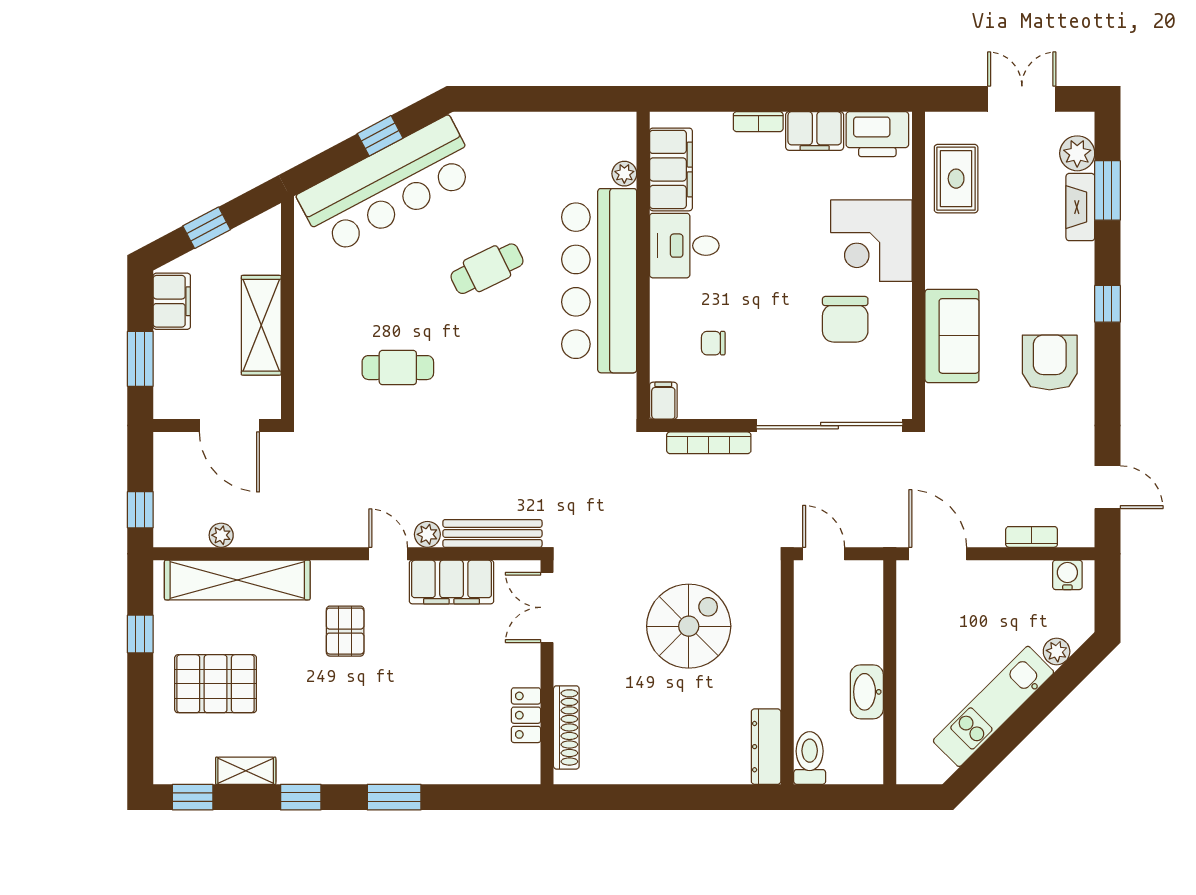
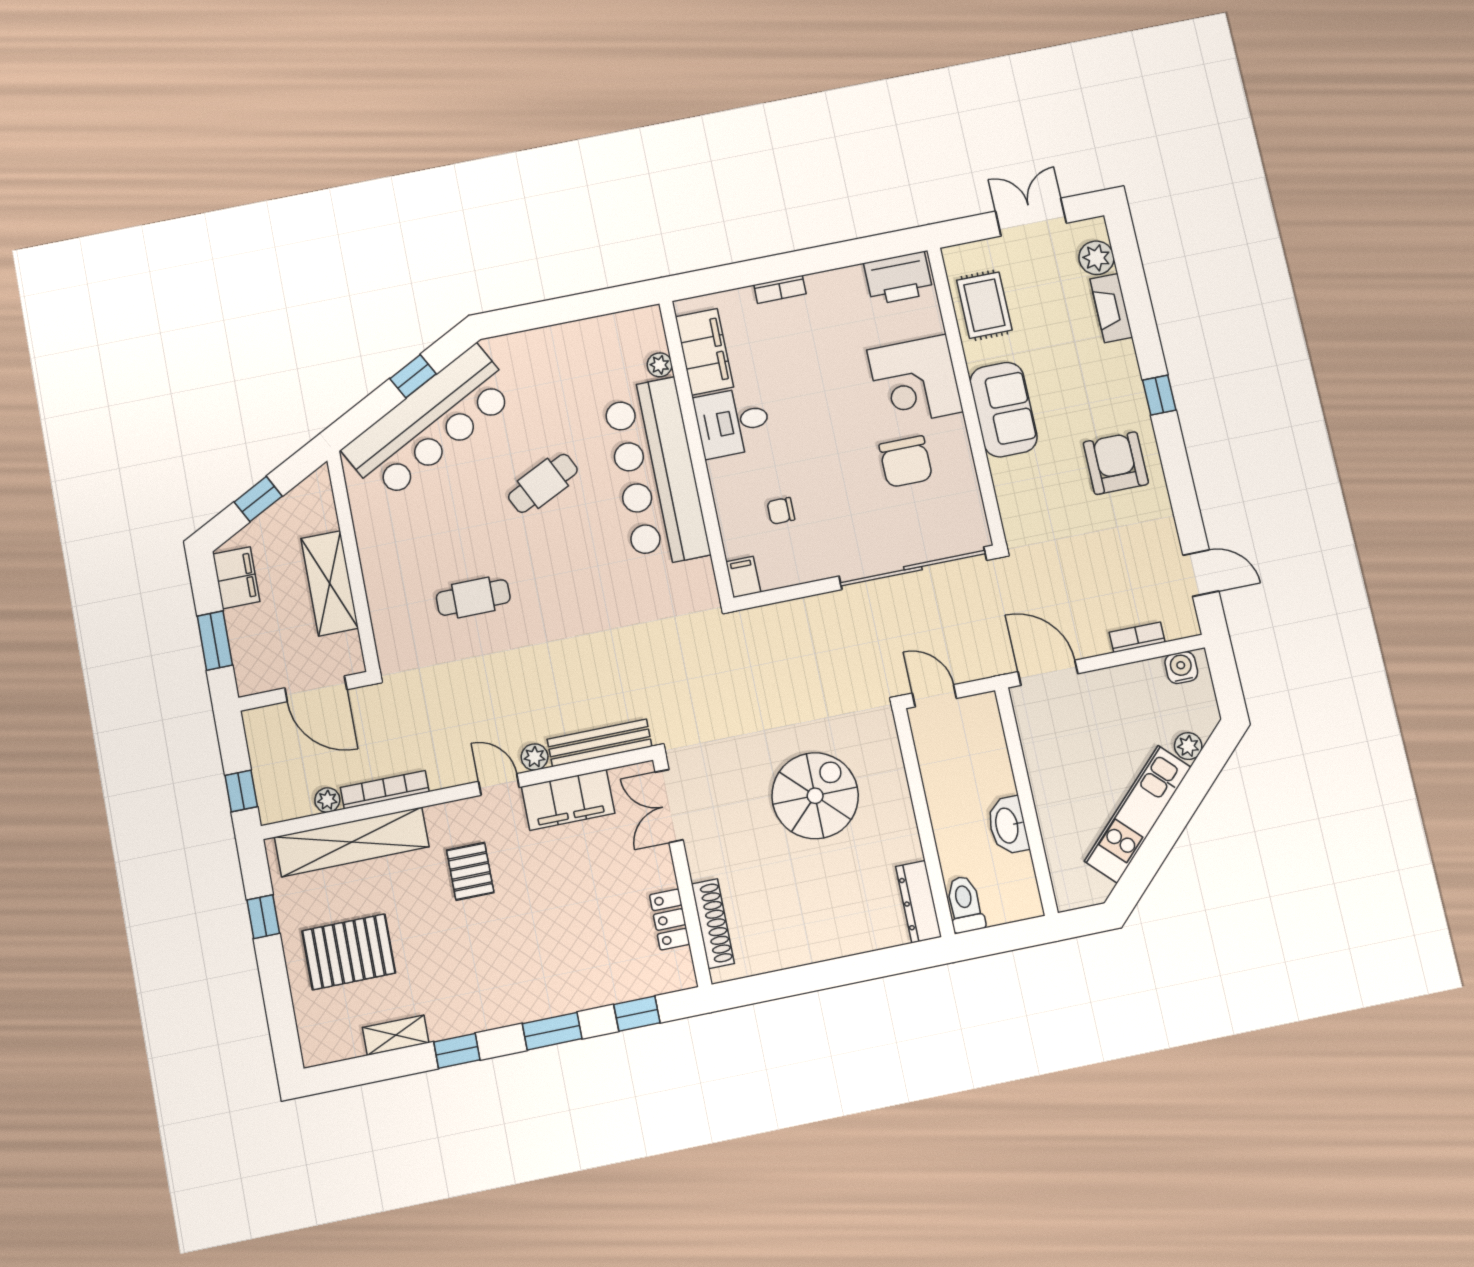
filing cabinet: (815, 131) -> (837, 287), removed
window: (1108, 190) -> (1134, 287), removed
sofa: (952, 336) -> (1004, 410), moved
bookcase: (709, 443) -> (385, 790), moved, turned 180
window: (193, 797) -> (637, 1014), moved

